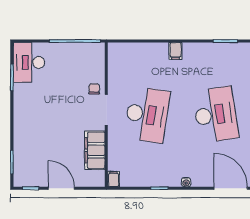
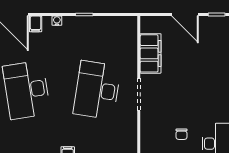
chair: (94, 89) -> (182, 134), moved
filing cabinet: (114, 179) -> (36, 24), moved

